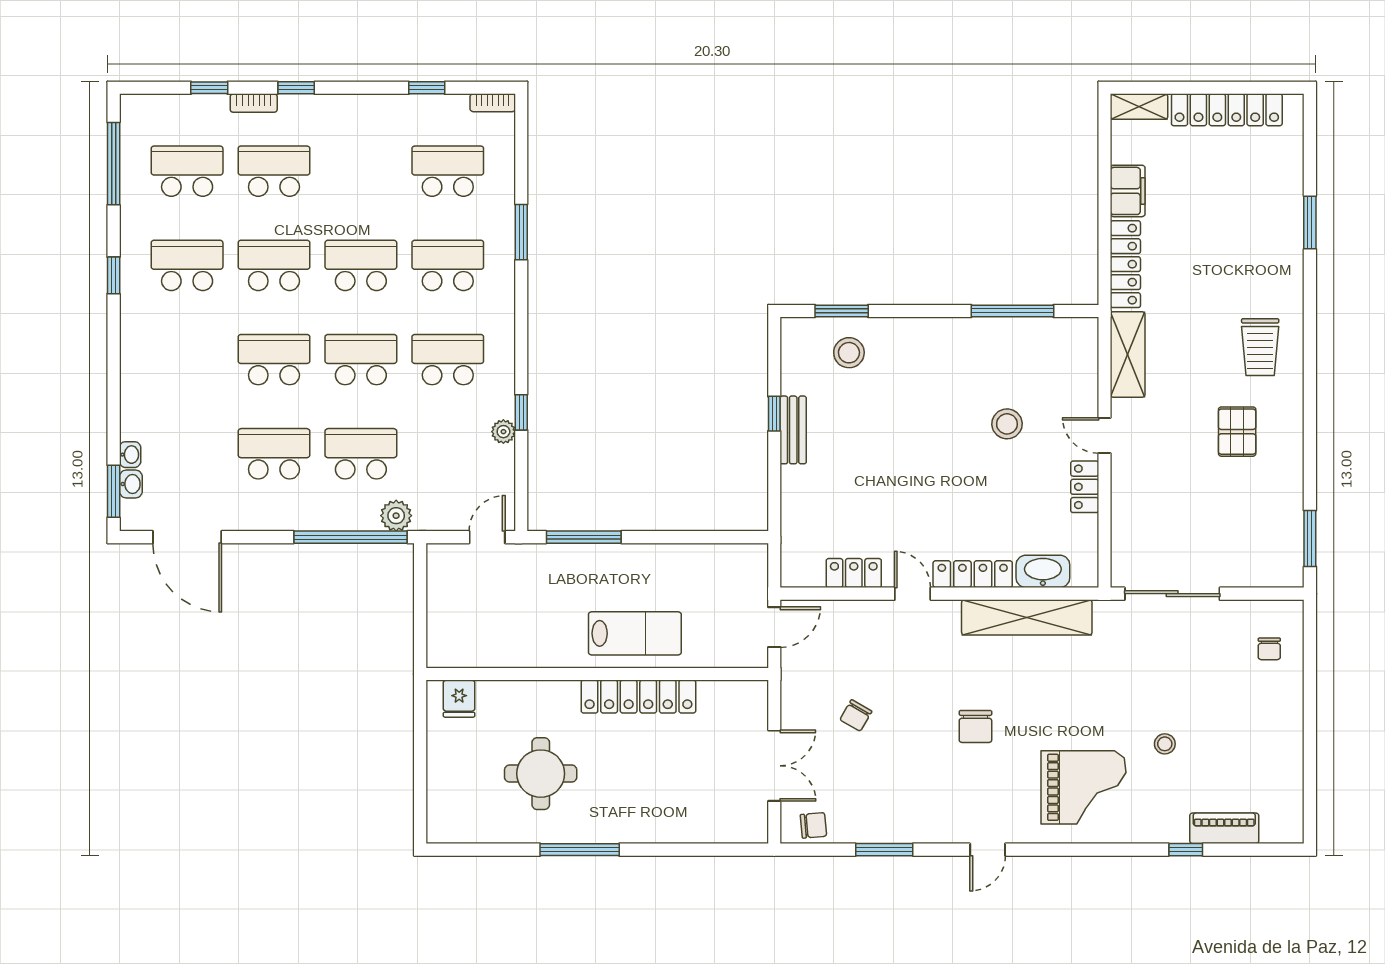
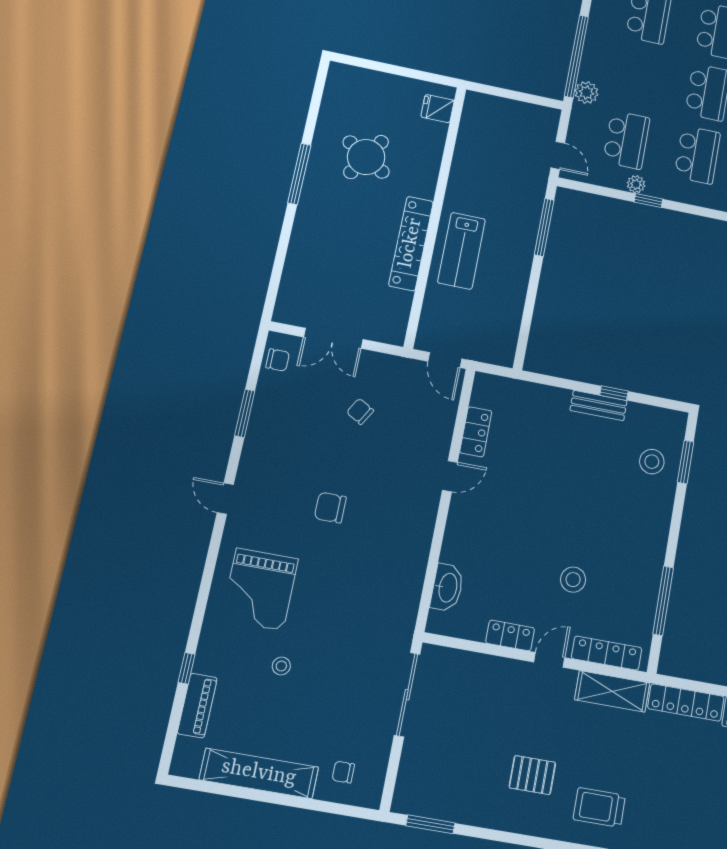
school desk: (361, 454) -> (626, 140), moved
locker: (973, 574) -> (607, 653), moved, turned -90
shelving: (1027, 617) -> (259, 773), moved, turned 90
round table: (541, 774) -> (366, 157), turned 32
chair: (813, 825) -> (278, 360), turned -85

